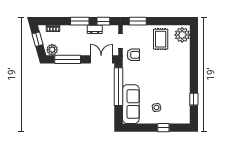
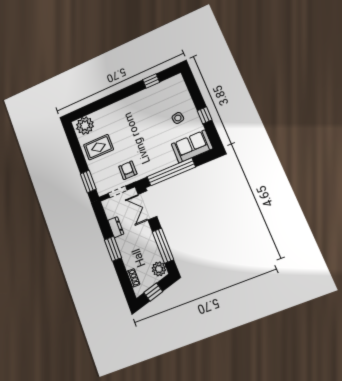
window: (103, 21) -> (103, 221), removed
sofa: (131, 104) -> (192, 146), width x0.73
window: (163, 128) -> (205, 115), moved

